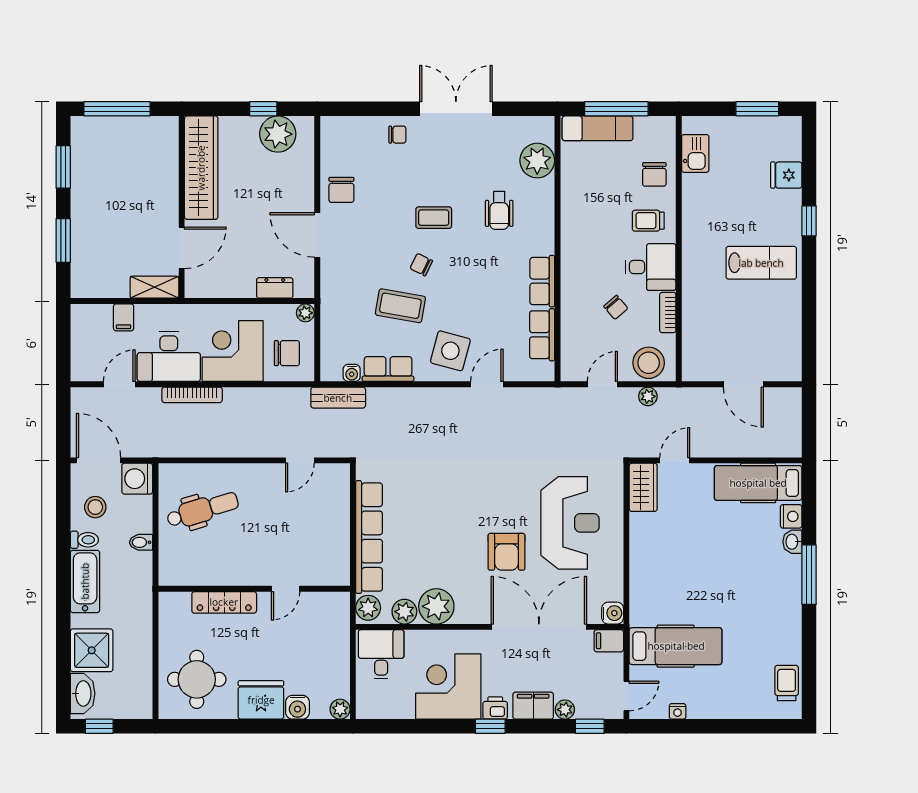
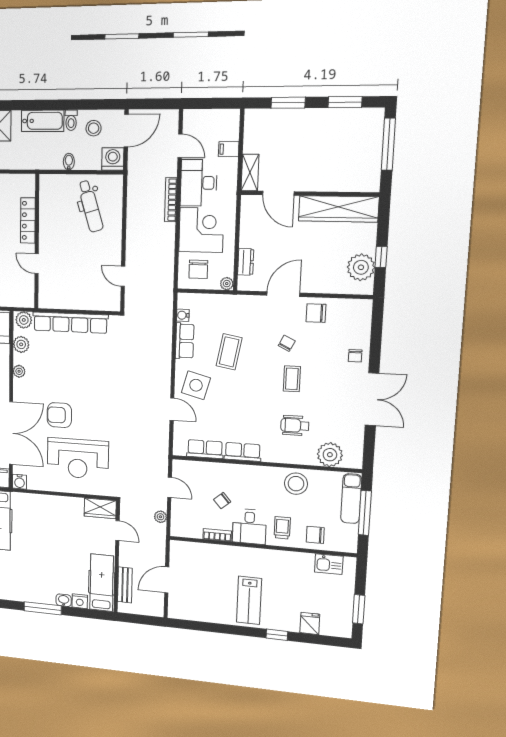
chair: (421, 265) -> (287, 343), moved
stool: (649, 363) -> (296, 484), moved
bench: (338, 398) -> (125, 585), moved
plant: (436, 606) -> (19, 371), width x0.53, depth x0.53

